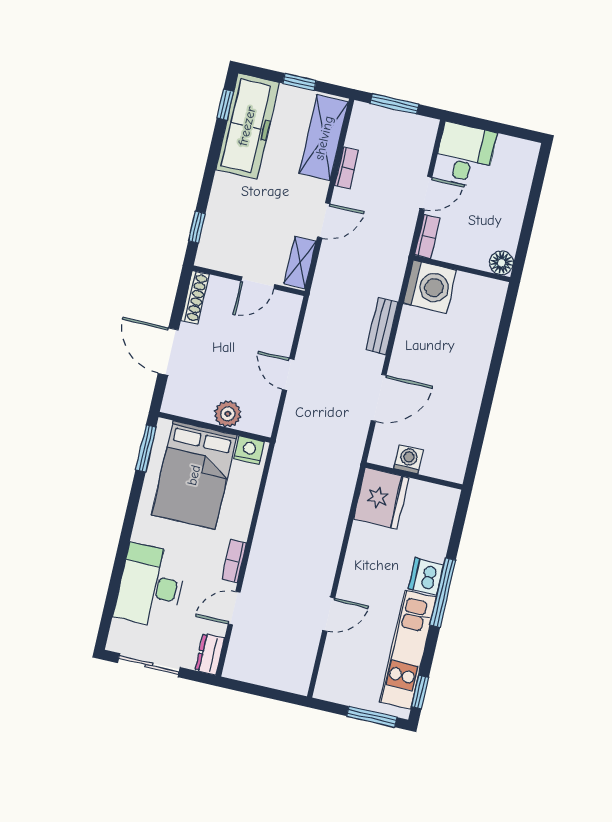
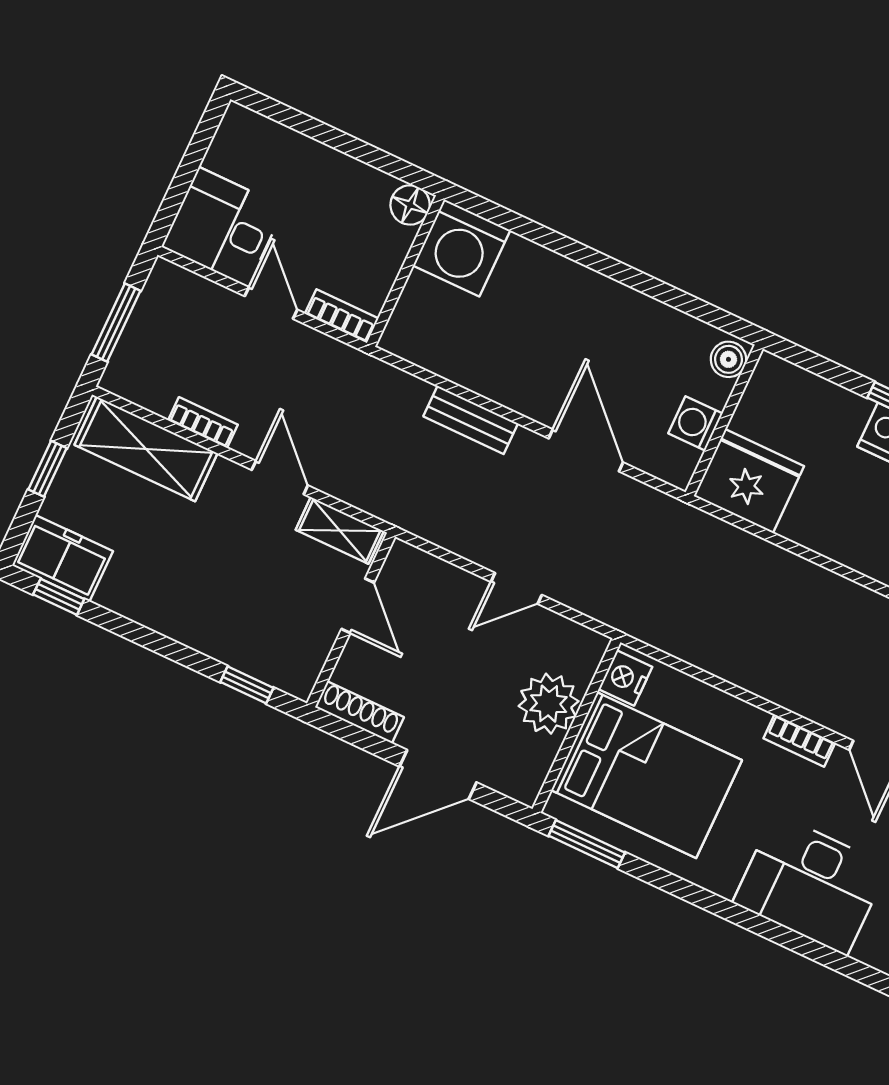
freezer: (247, 126) -> (62, 558), width x0.52, depth x0.79
washing machine: (430, 287) -> (462, 248), moved, turned 180
plant: (228, 414) -> (549, 704), width x1.36, depth x1.36
boiler: (451, 471) -> (728, 359), added

